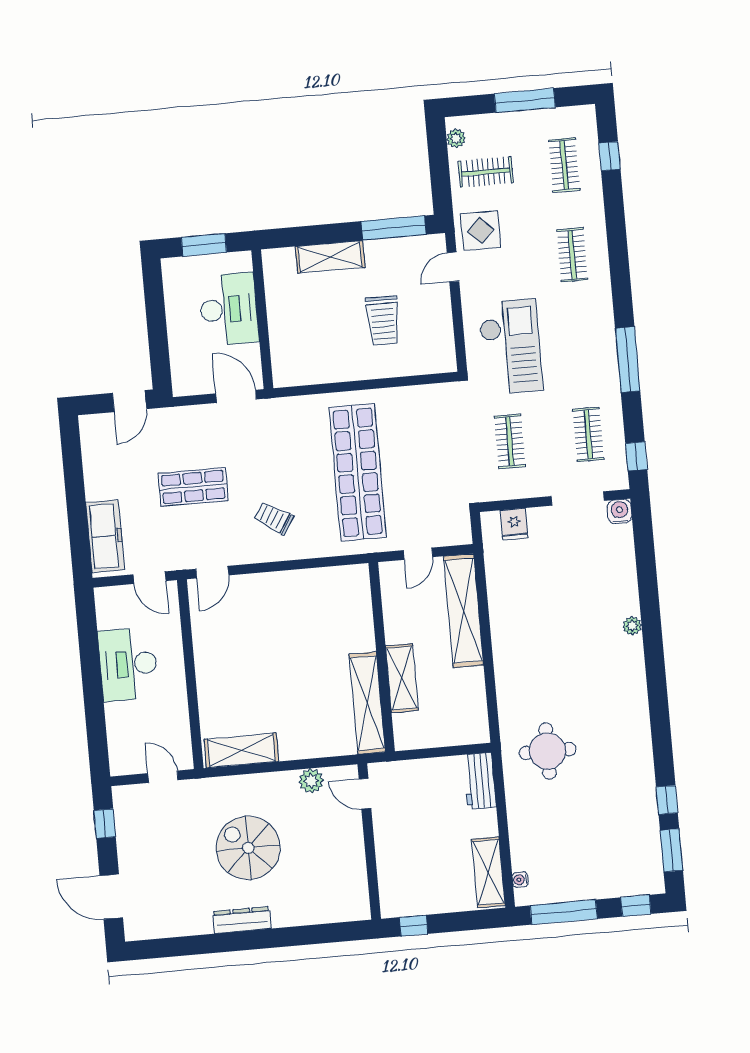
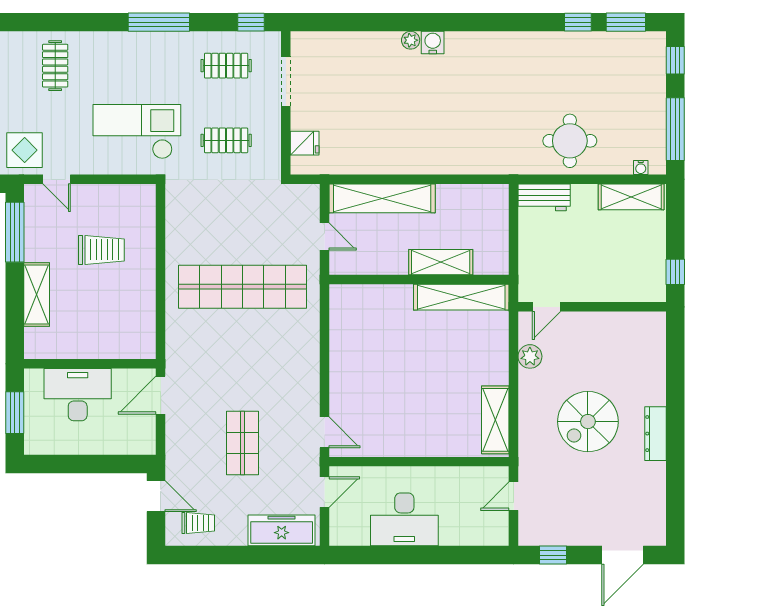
clothes rail: (572, 255) -> (55, 66), turned 90
water cooler: (620, 511) -> (433, 43), moved, turned 90
trolley: (274, 518) -> (198, 523), moved, turned -122
round table: (548, 751) -> (570, 141), moved

